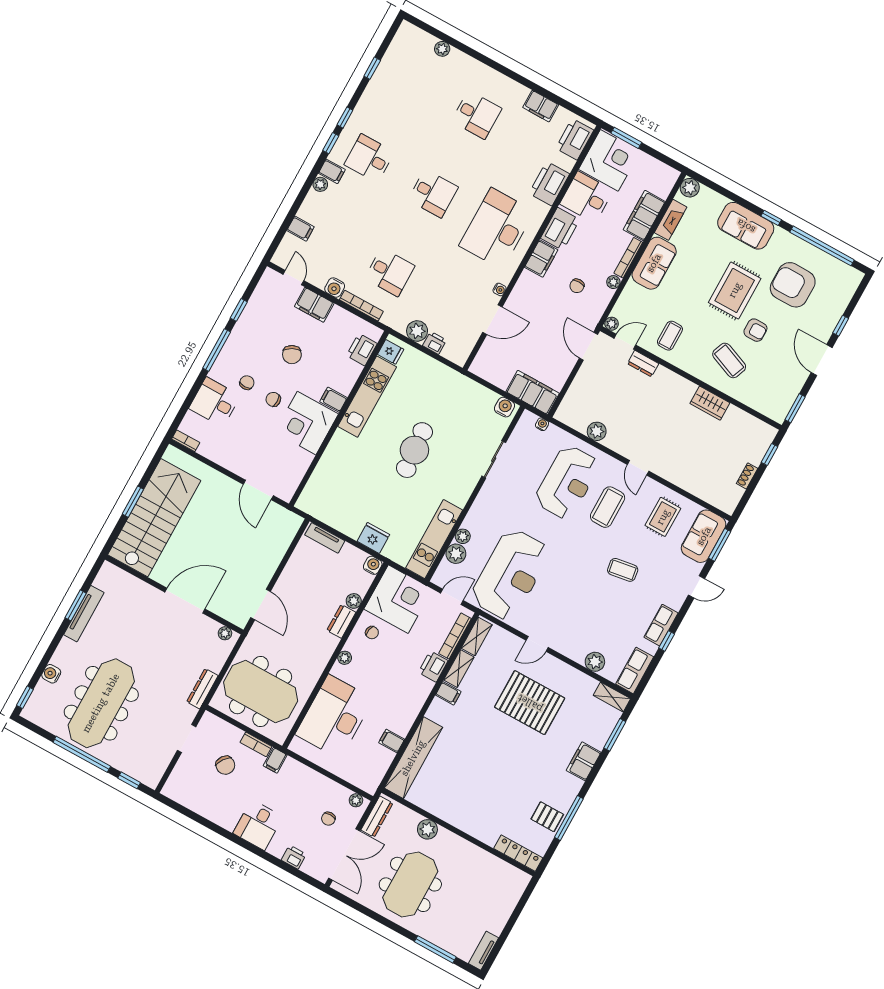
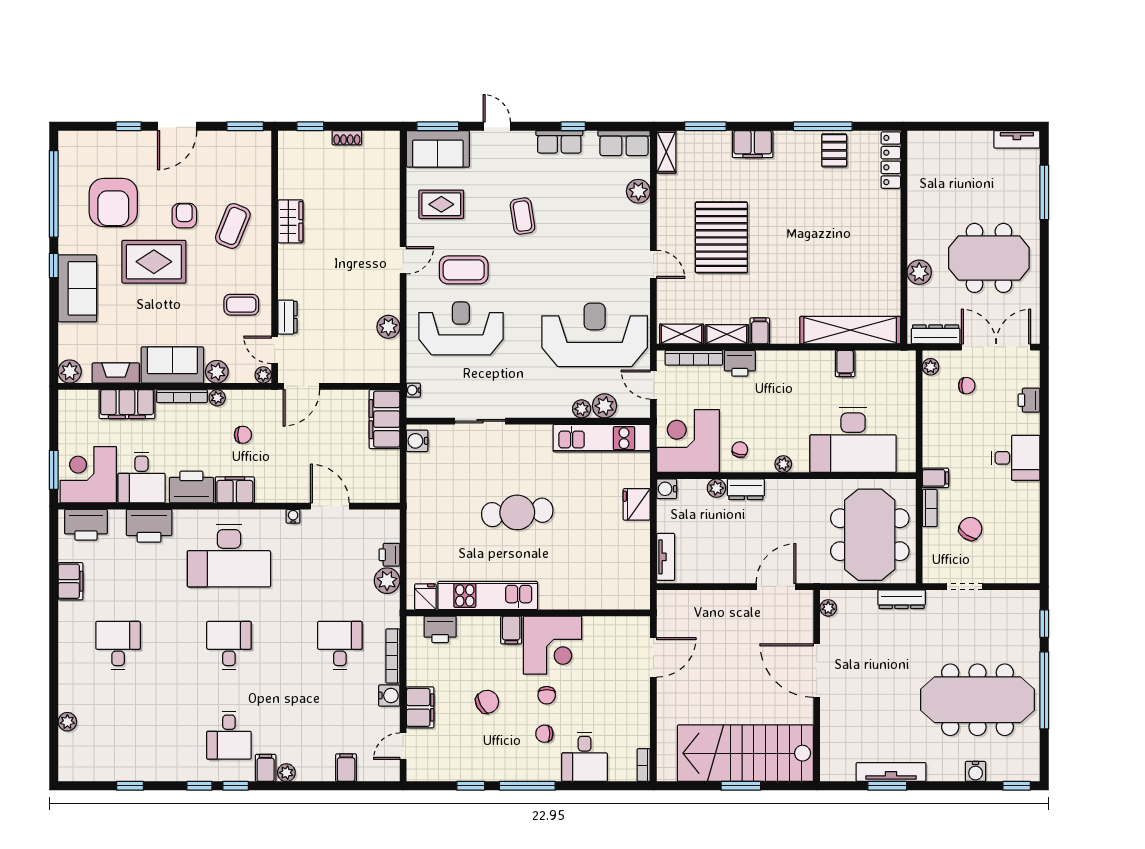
plant: (632, 292) -> (217, 372), added

